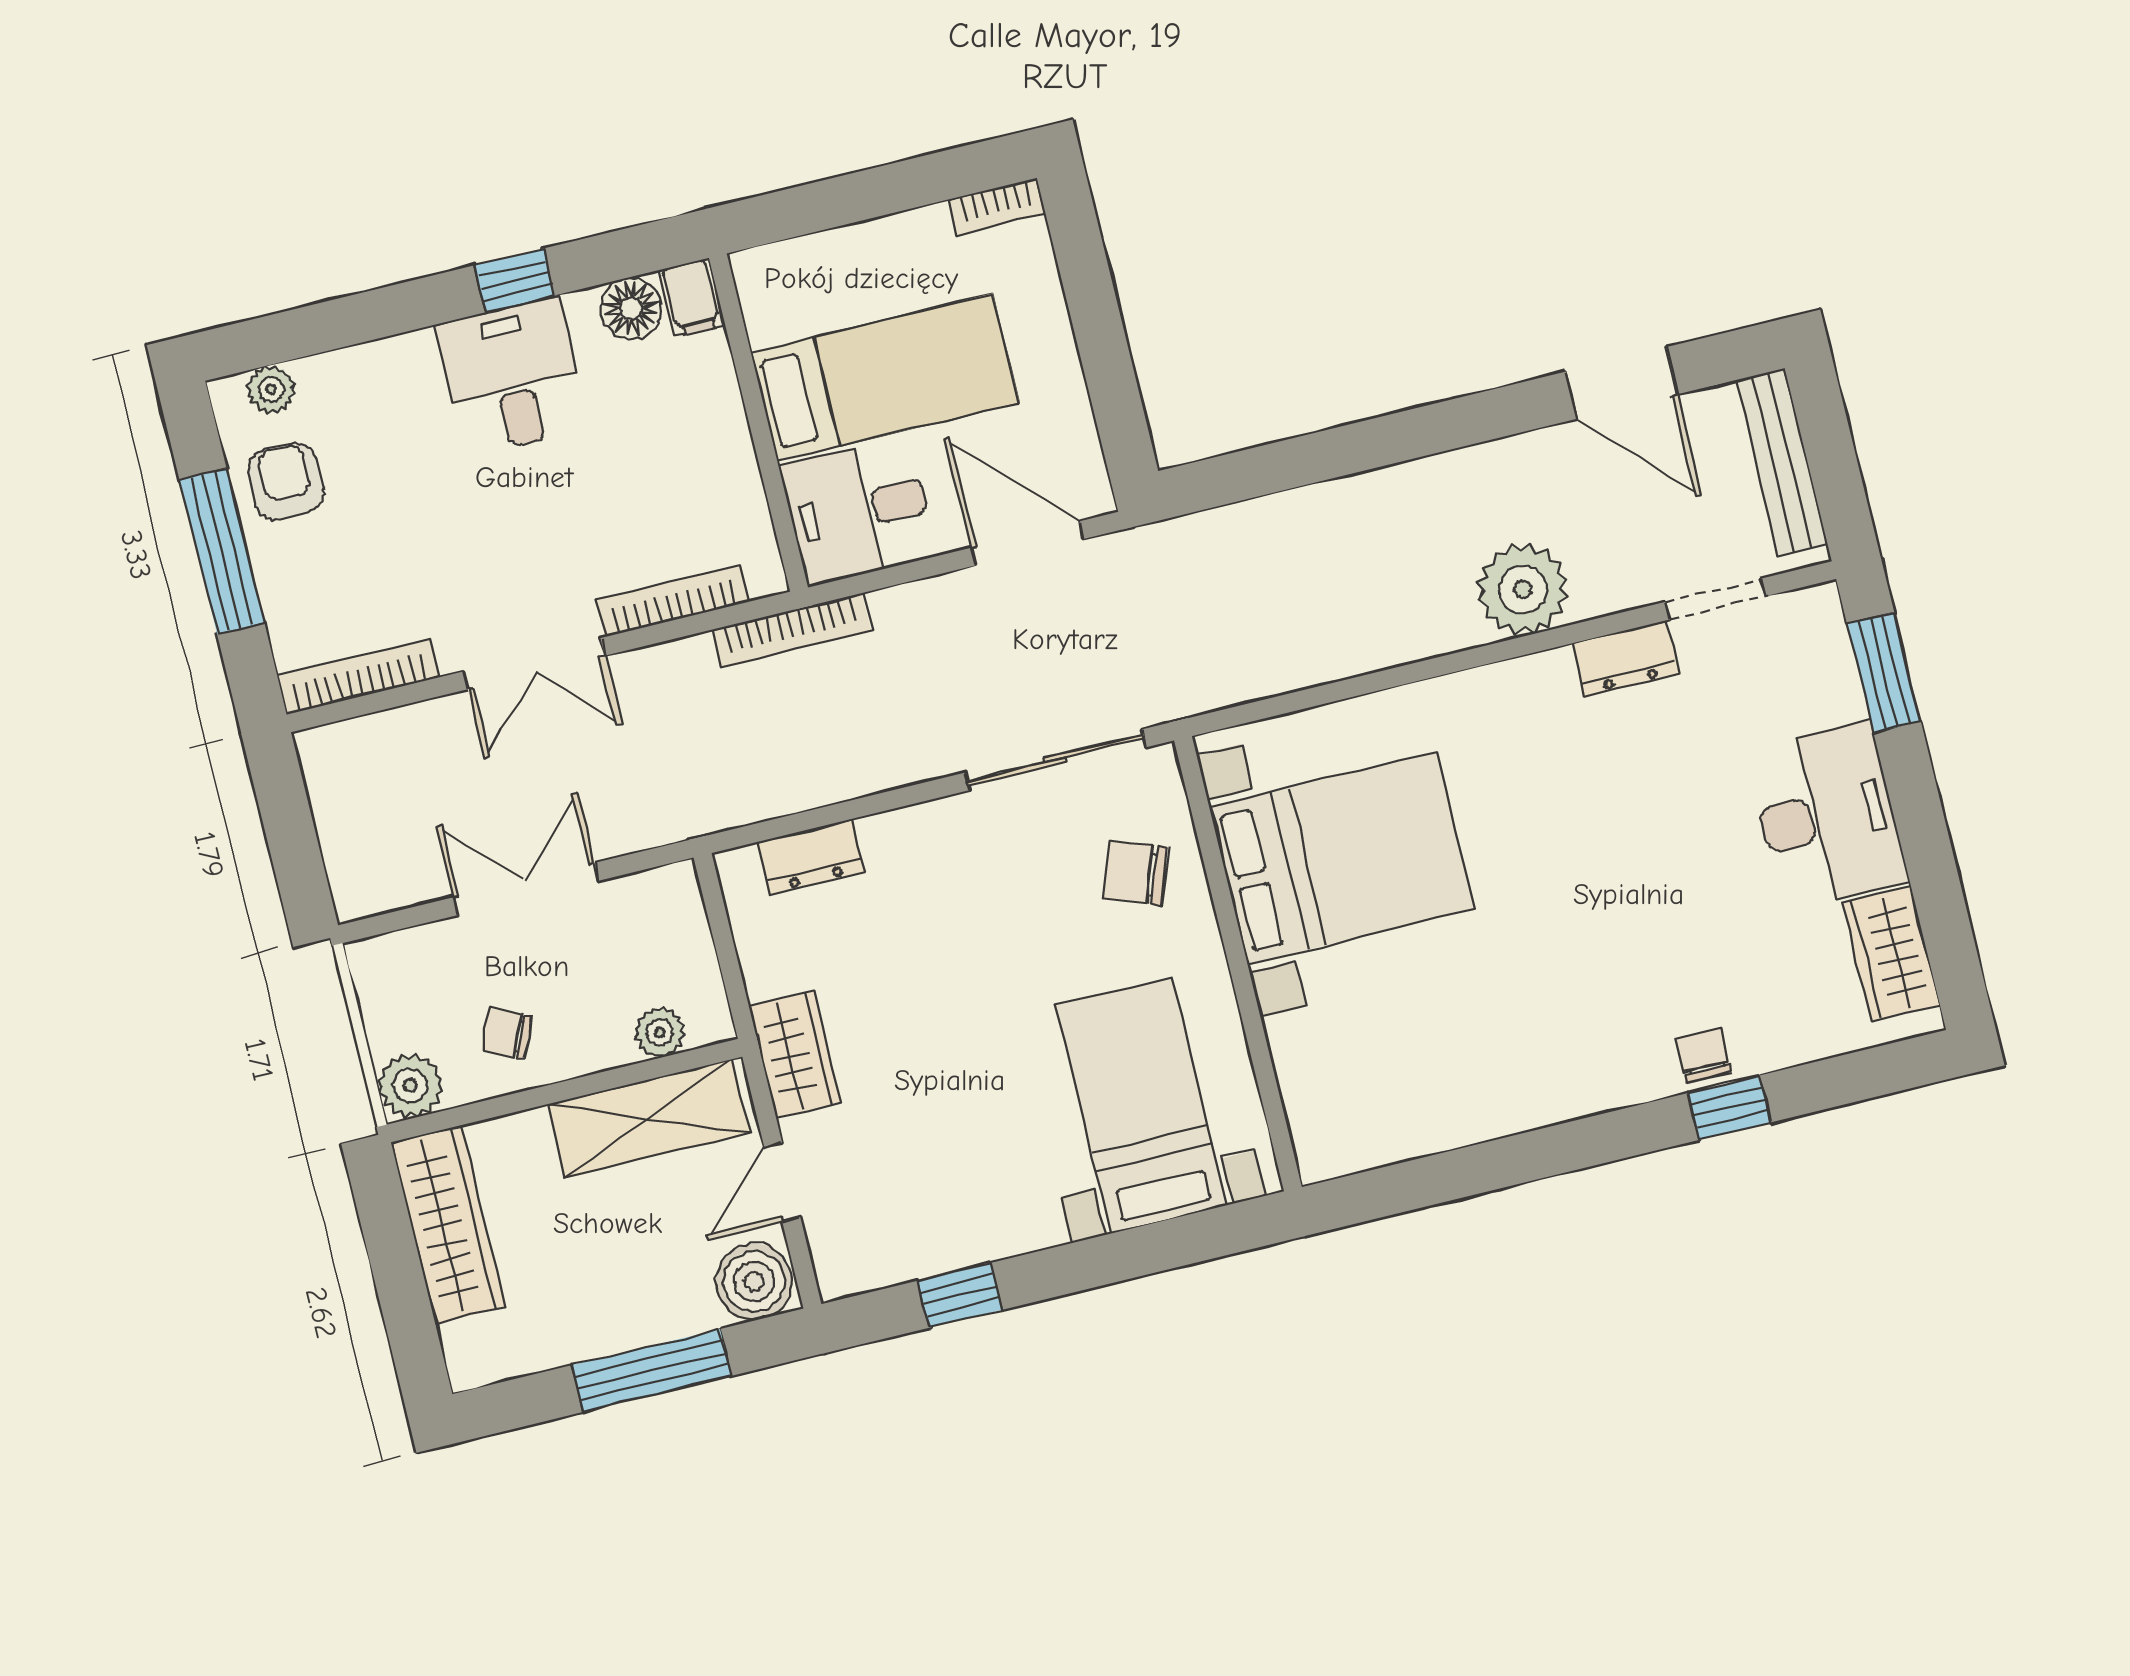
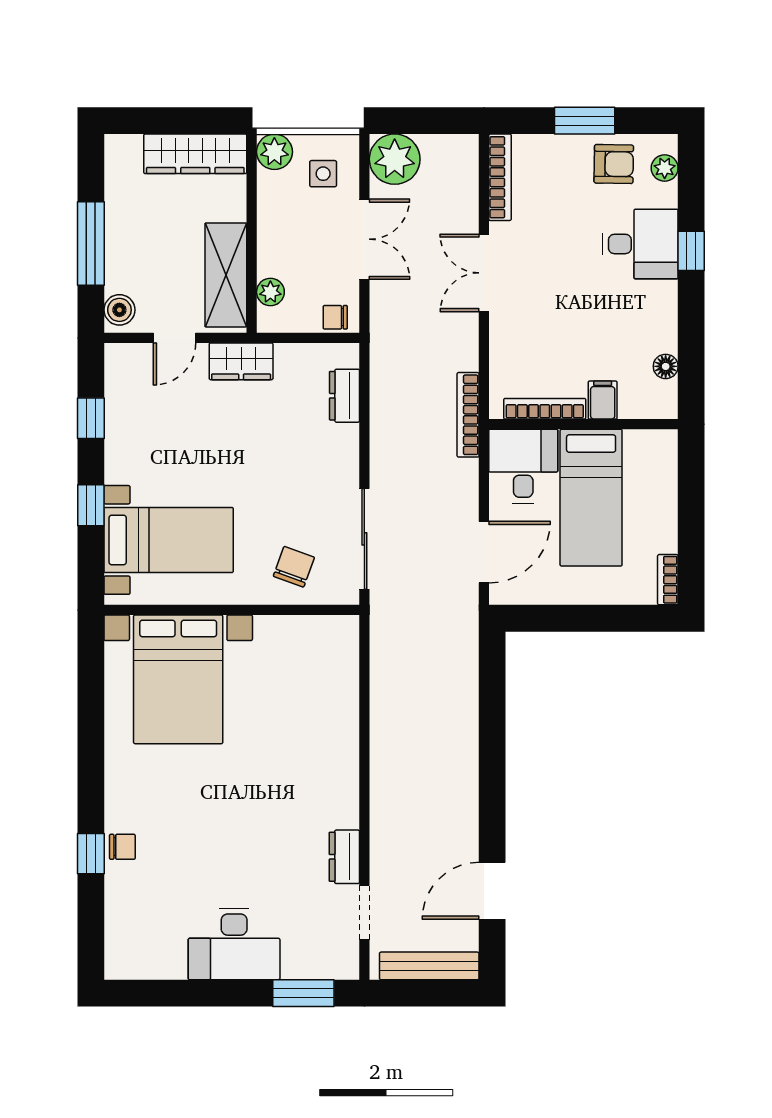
window: (515, 280) -> (691, 251), moved
filing cabinet: (692, 298) -> (603, 400), moved, turned 90
floor lamp: (631, 308) -> (666, 366), width x0.73, depth x0.73
desk: (513, 376) -> (640, 244), moved
window: (222, 551) -> (585, 121), width x0.69
plant: (1523, 589) -> (395, 159), moved
bookcase: (673, 601) -> (545, 409), moved, turned -90
bed with nightstands: (1342, 858) -> (178, 679), moved
wardrobe: (1891, 954) -> (152, 960), removed
side table: (428, 990) -> (323, 174), added
chair: (507, 1034) -> (335, 317), moved, turned -114
door: (782, 1182) -> (175, 338), swing flipped
window: (1114, 1258) -> (91, 505), added
boiler: (754, 1282) -> (119, 310), width x0.73, depth x0.73

